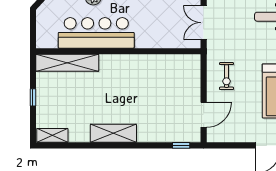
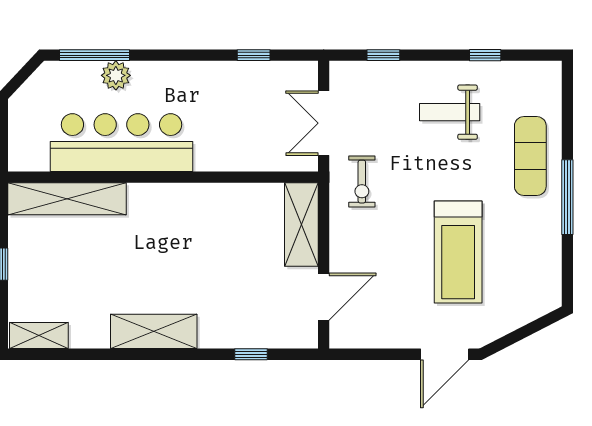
shelving: (192, 76) -> (301, 225), added
exercise bike: (227, 76) -> (362, 182), moved
window: (181, 145) -> (251, 354), moved

